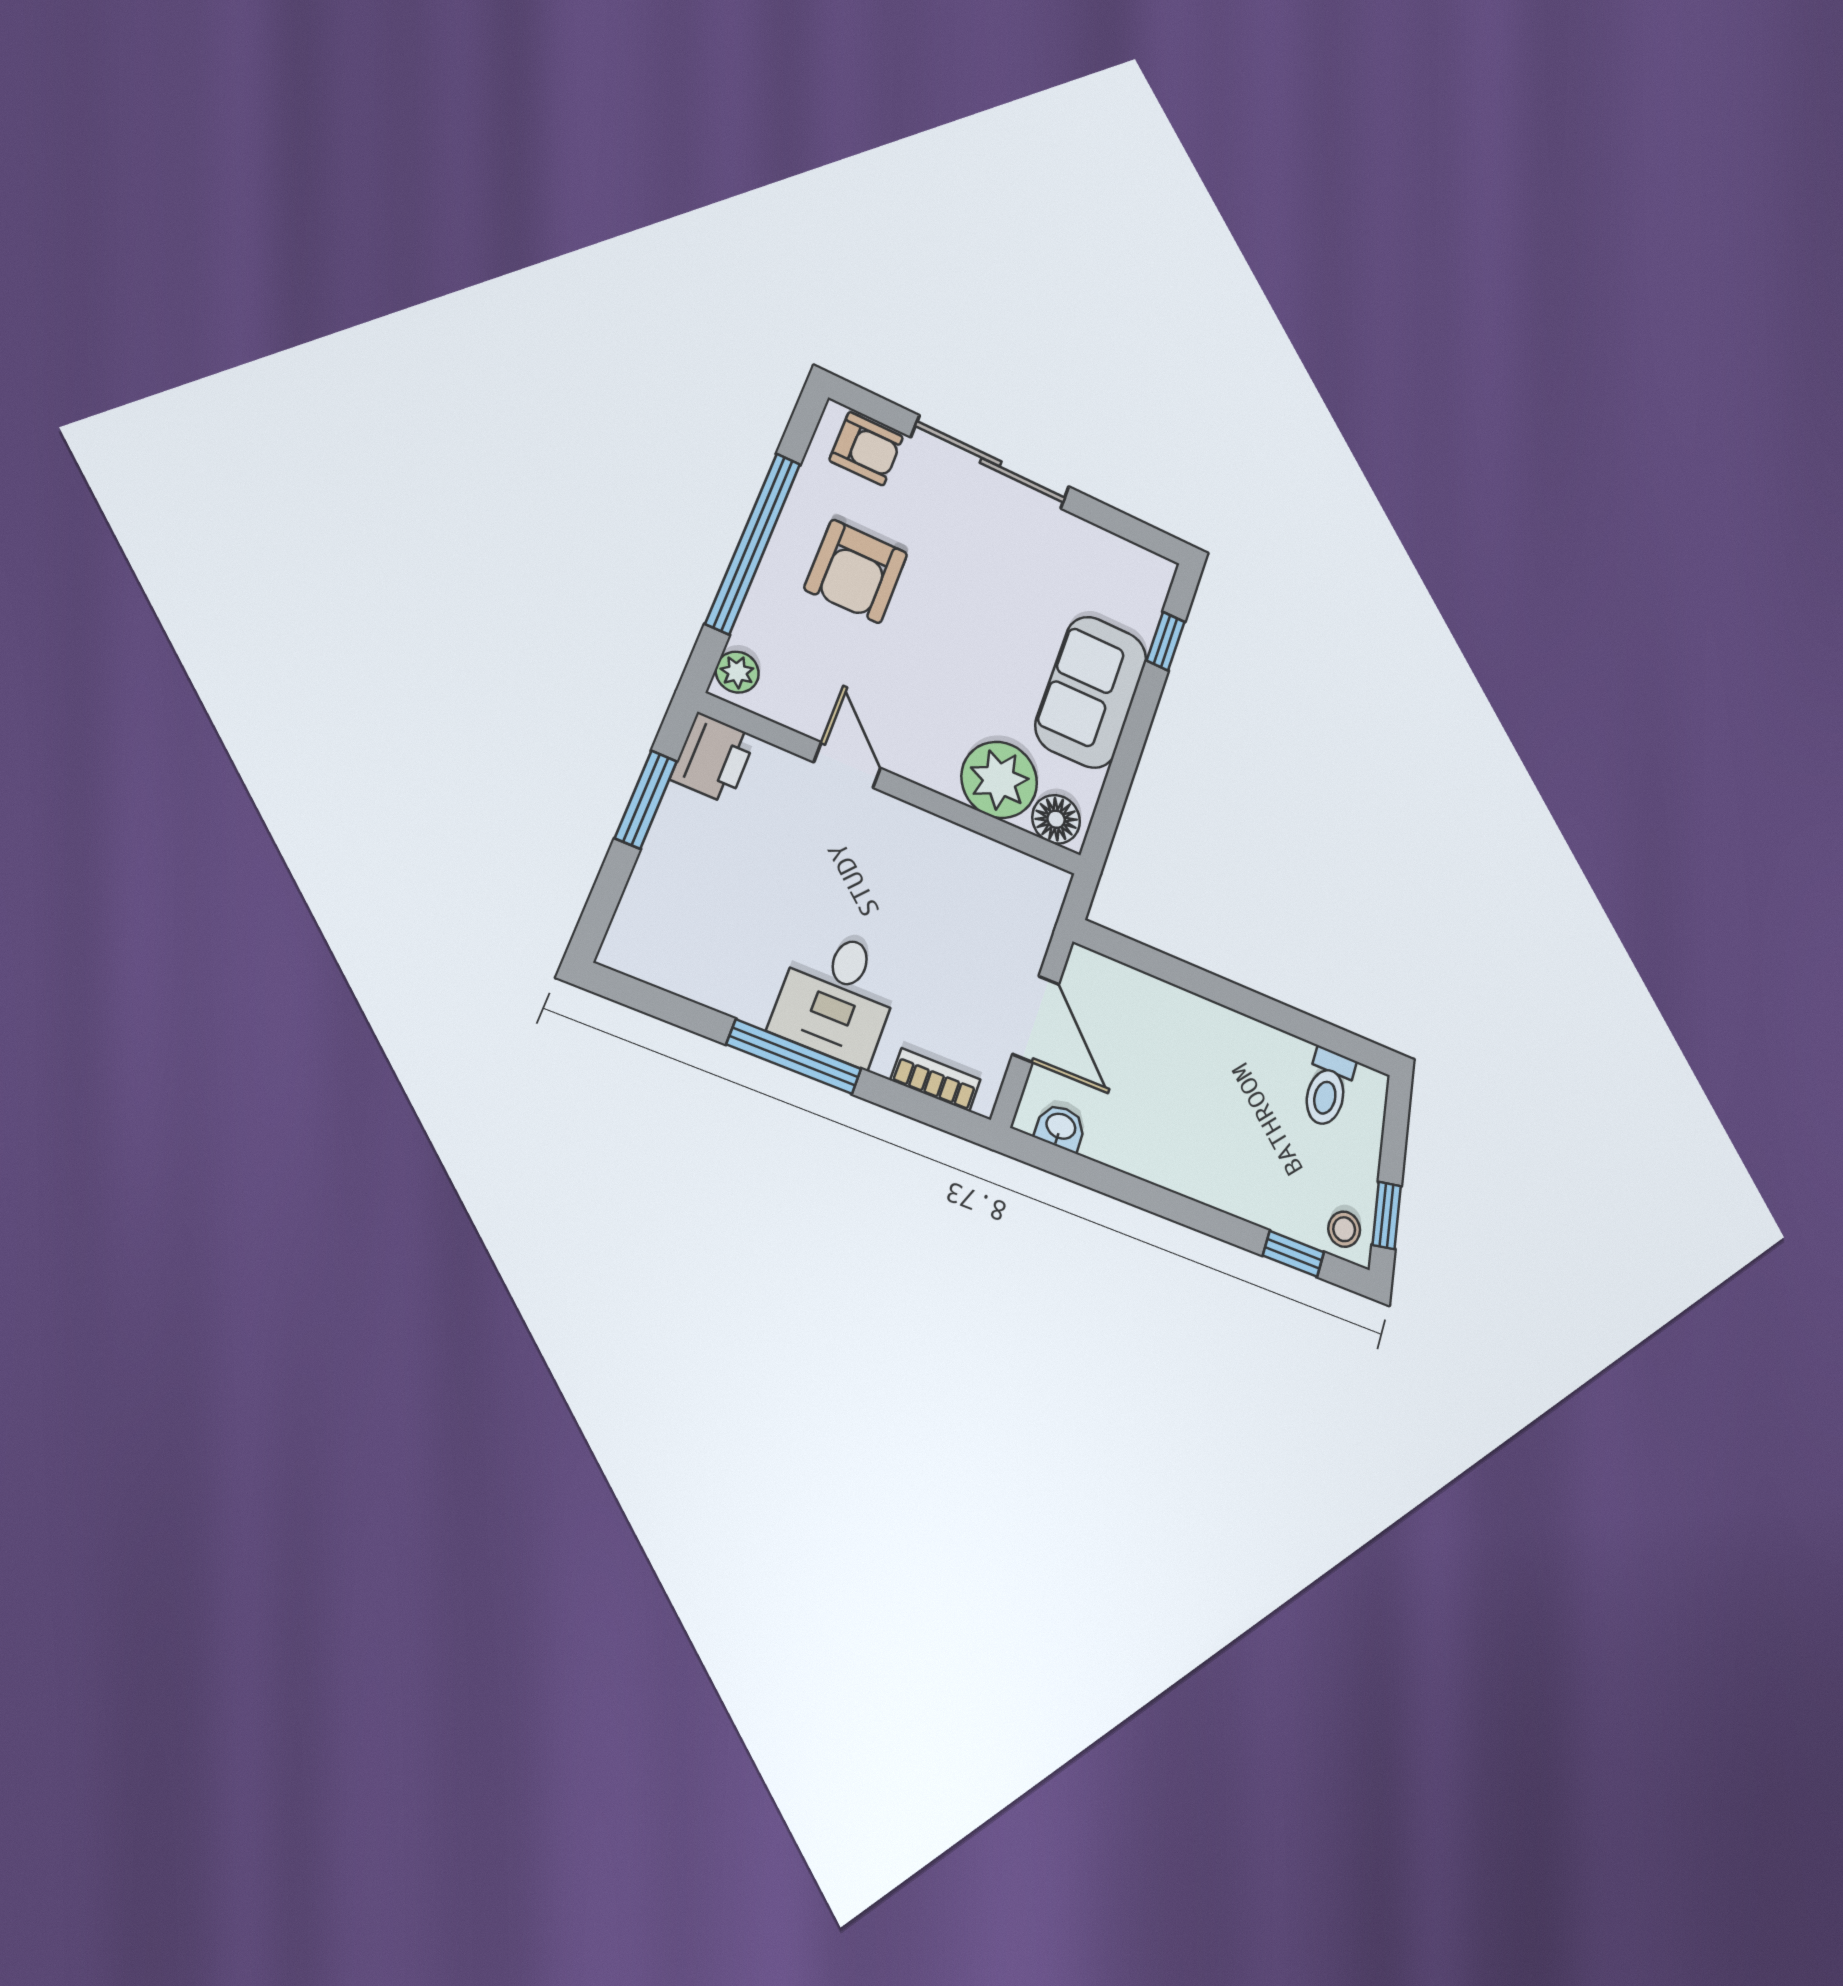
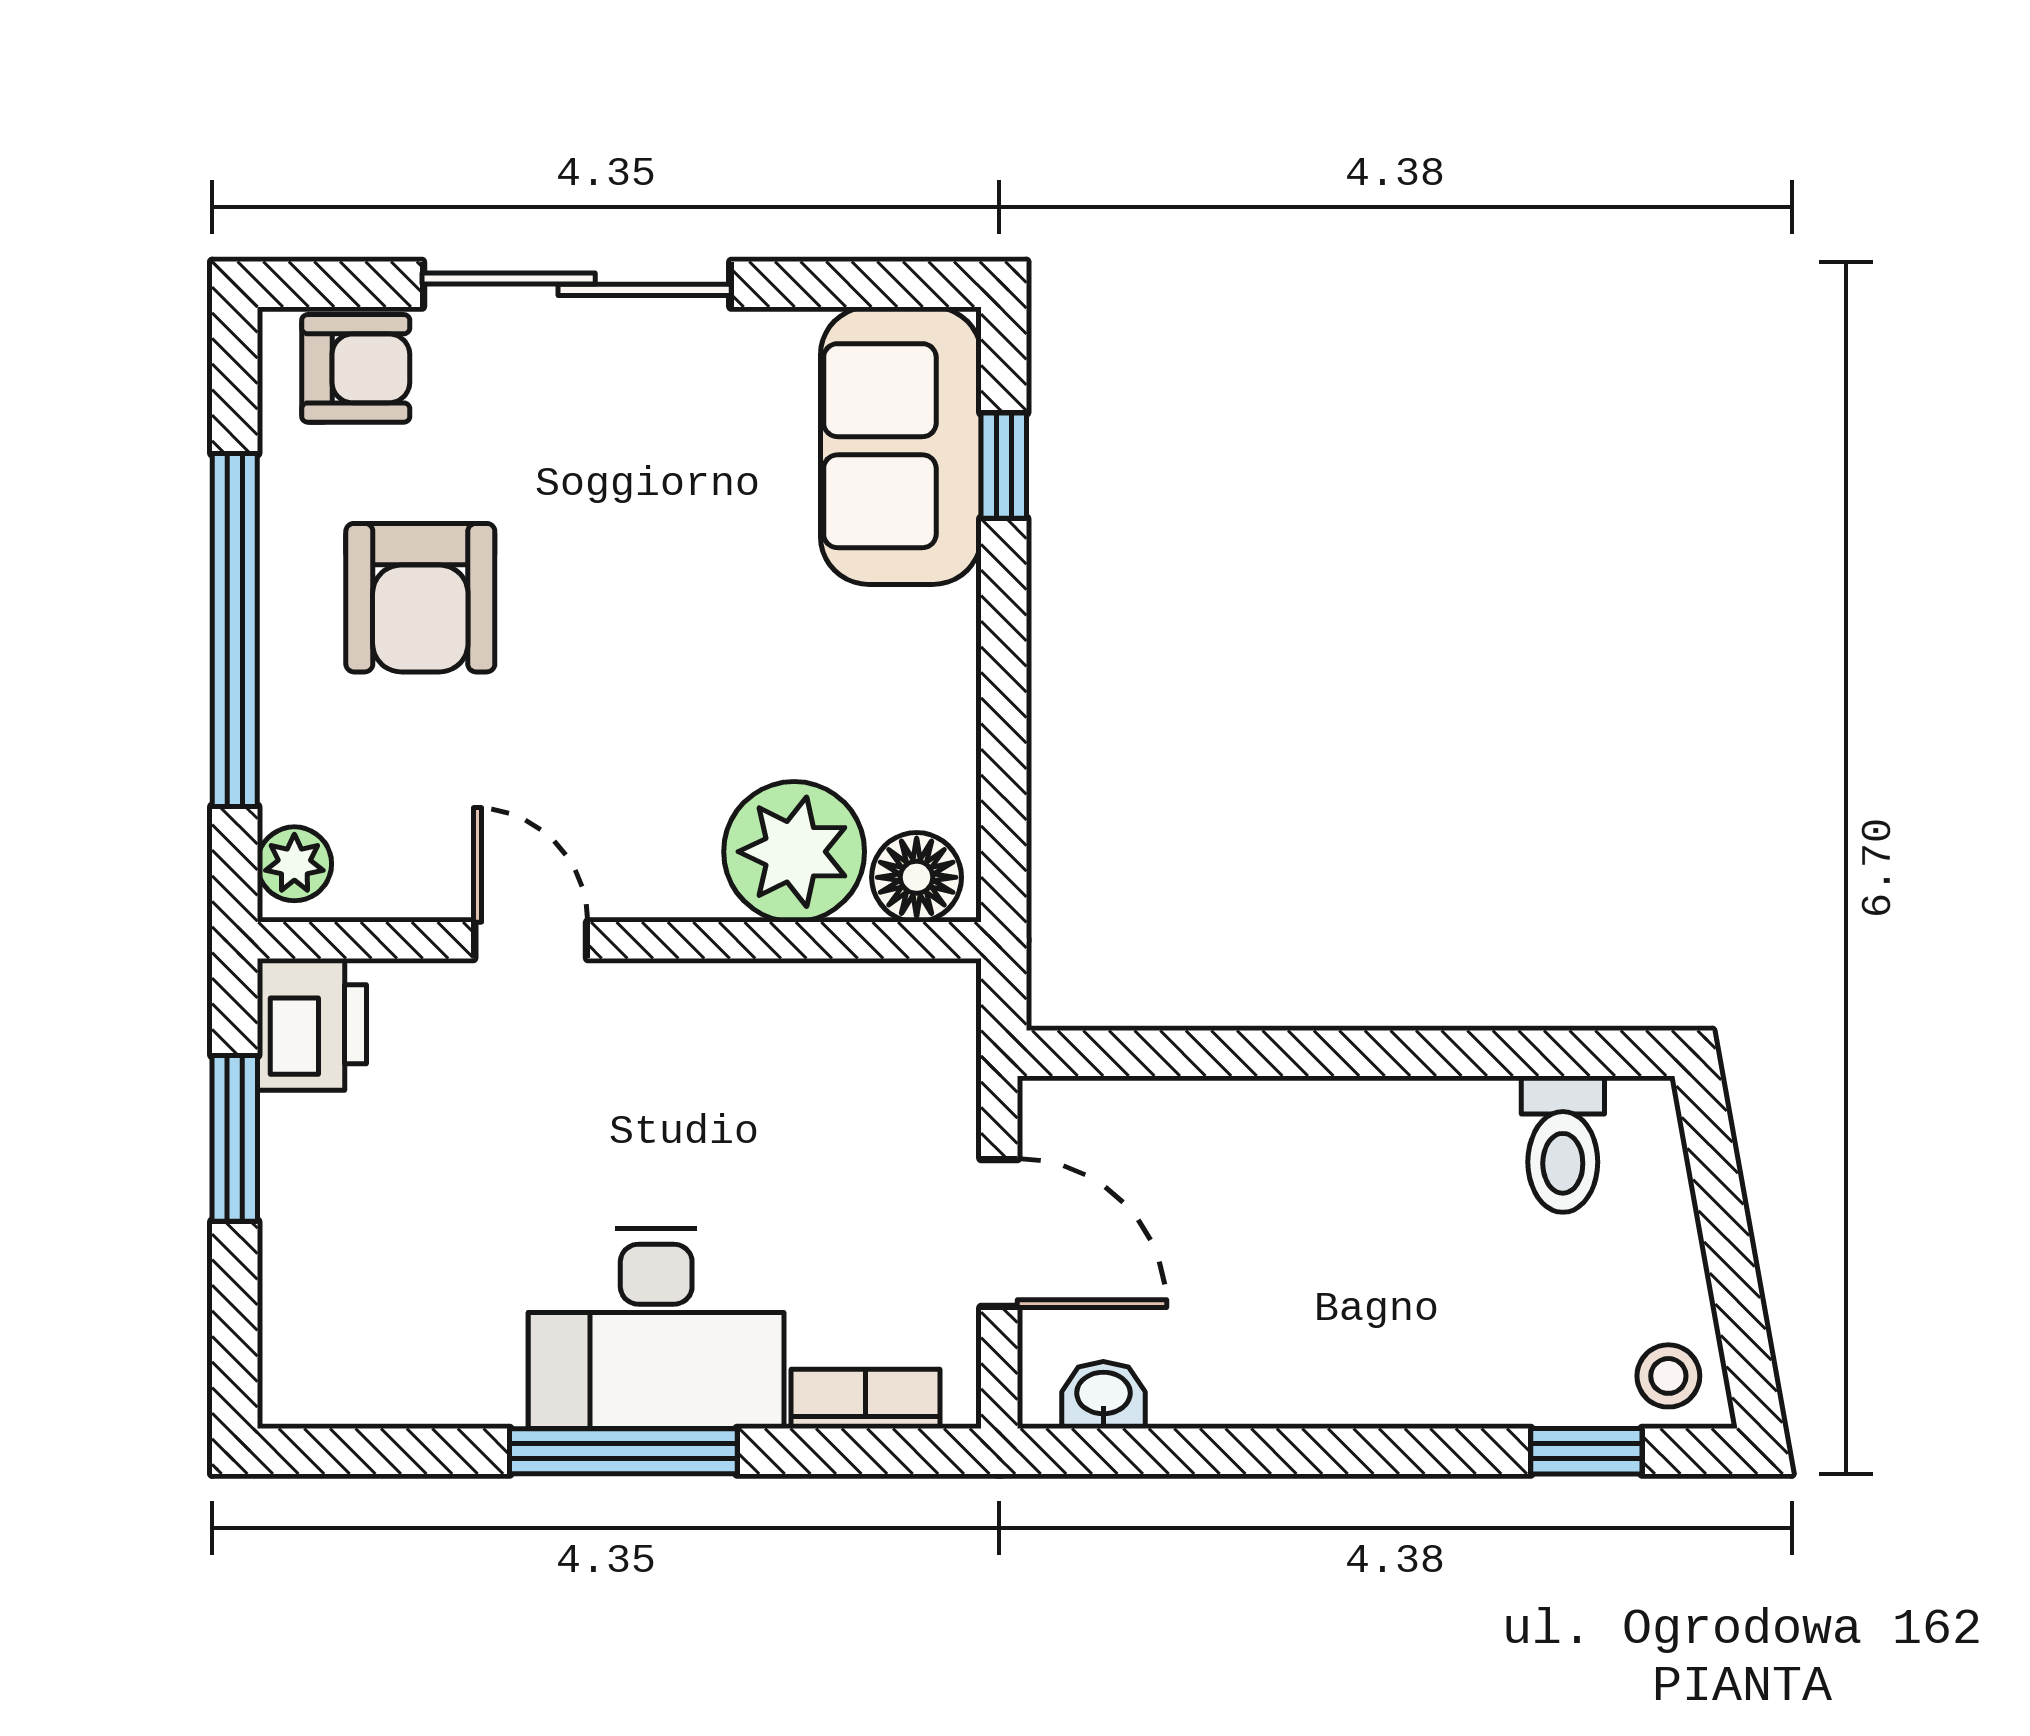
sofa: (1091, 692) -> (901, 446), moved
desk: (837, 996) -> (656, 1328), width x1.37
window: (1387, 1215) -> (1742, 1323), removed

